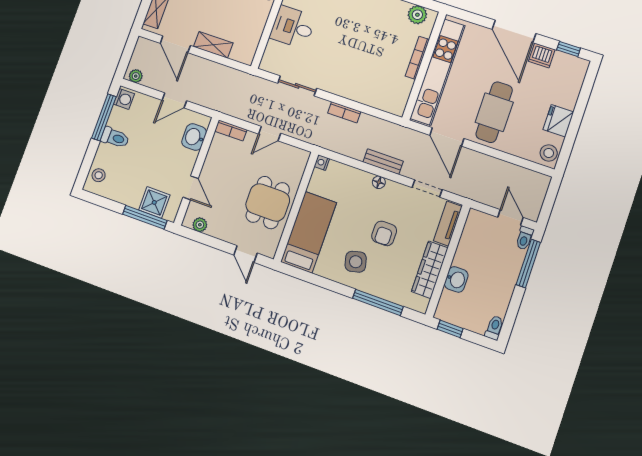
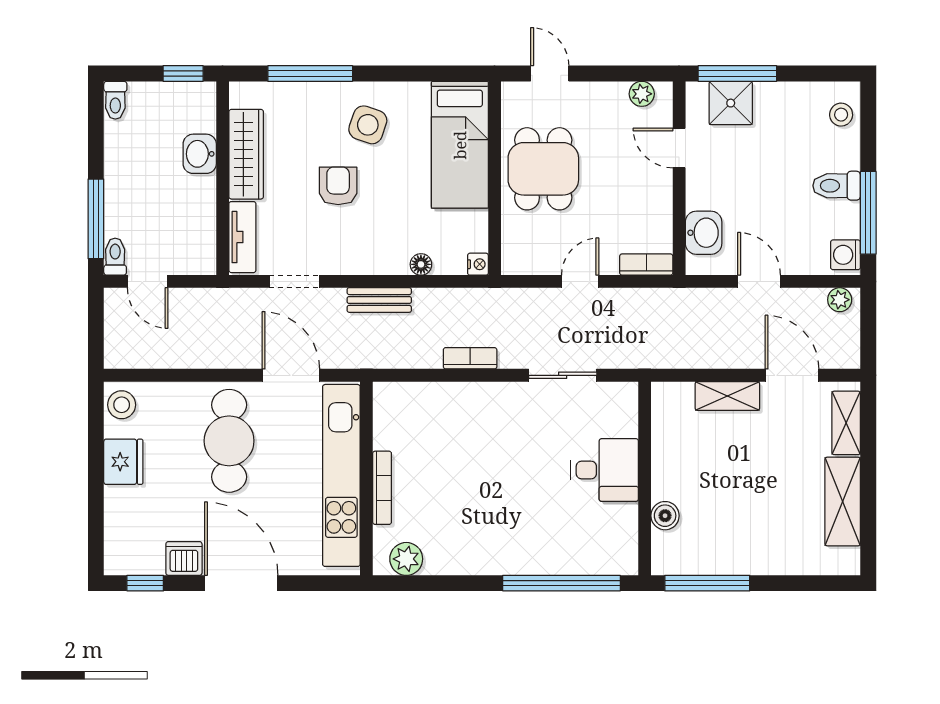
door: (174, 100) -> (759, 281), hinge flipped
floor lamp: (379, 182) -> (421, 264), moved
side table: (356, 262) -> (368, 125), turned 33

